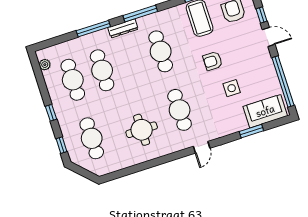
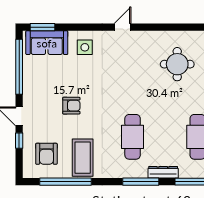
armchair: (213, 61) -> (71, 106), moved
side table: (232, 88) -> (85, 47), moved
cafe table: (180, 110) -> (133, 72), removed
window: (251, 131) -> (42, 27), moved

